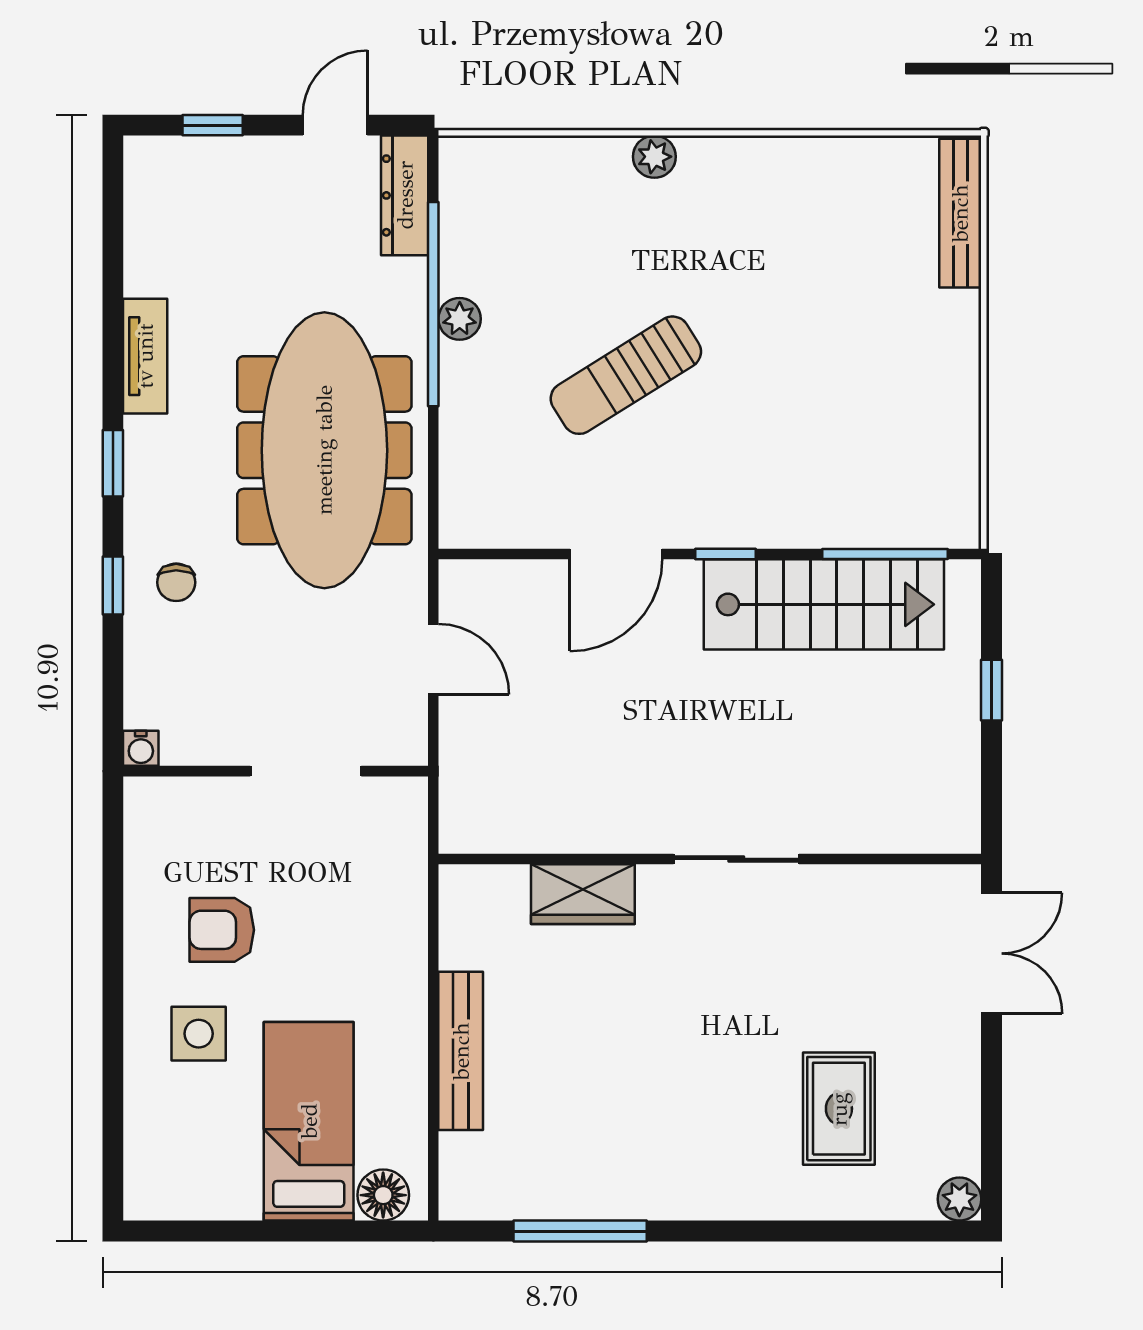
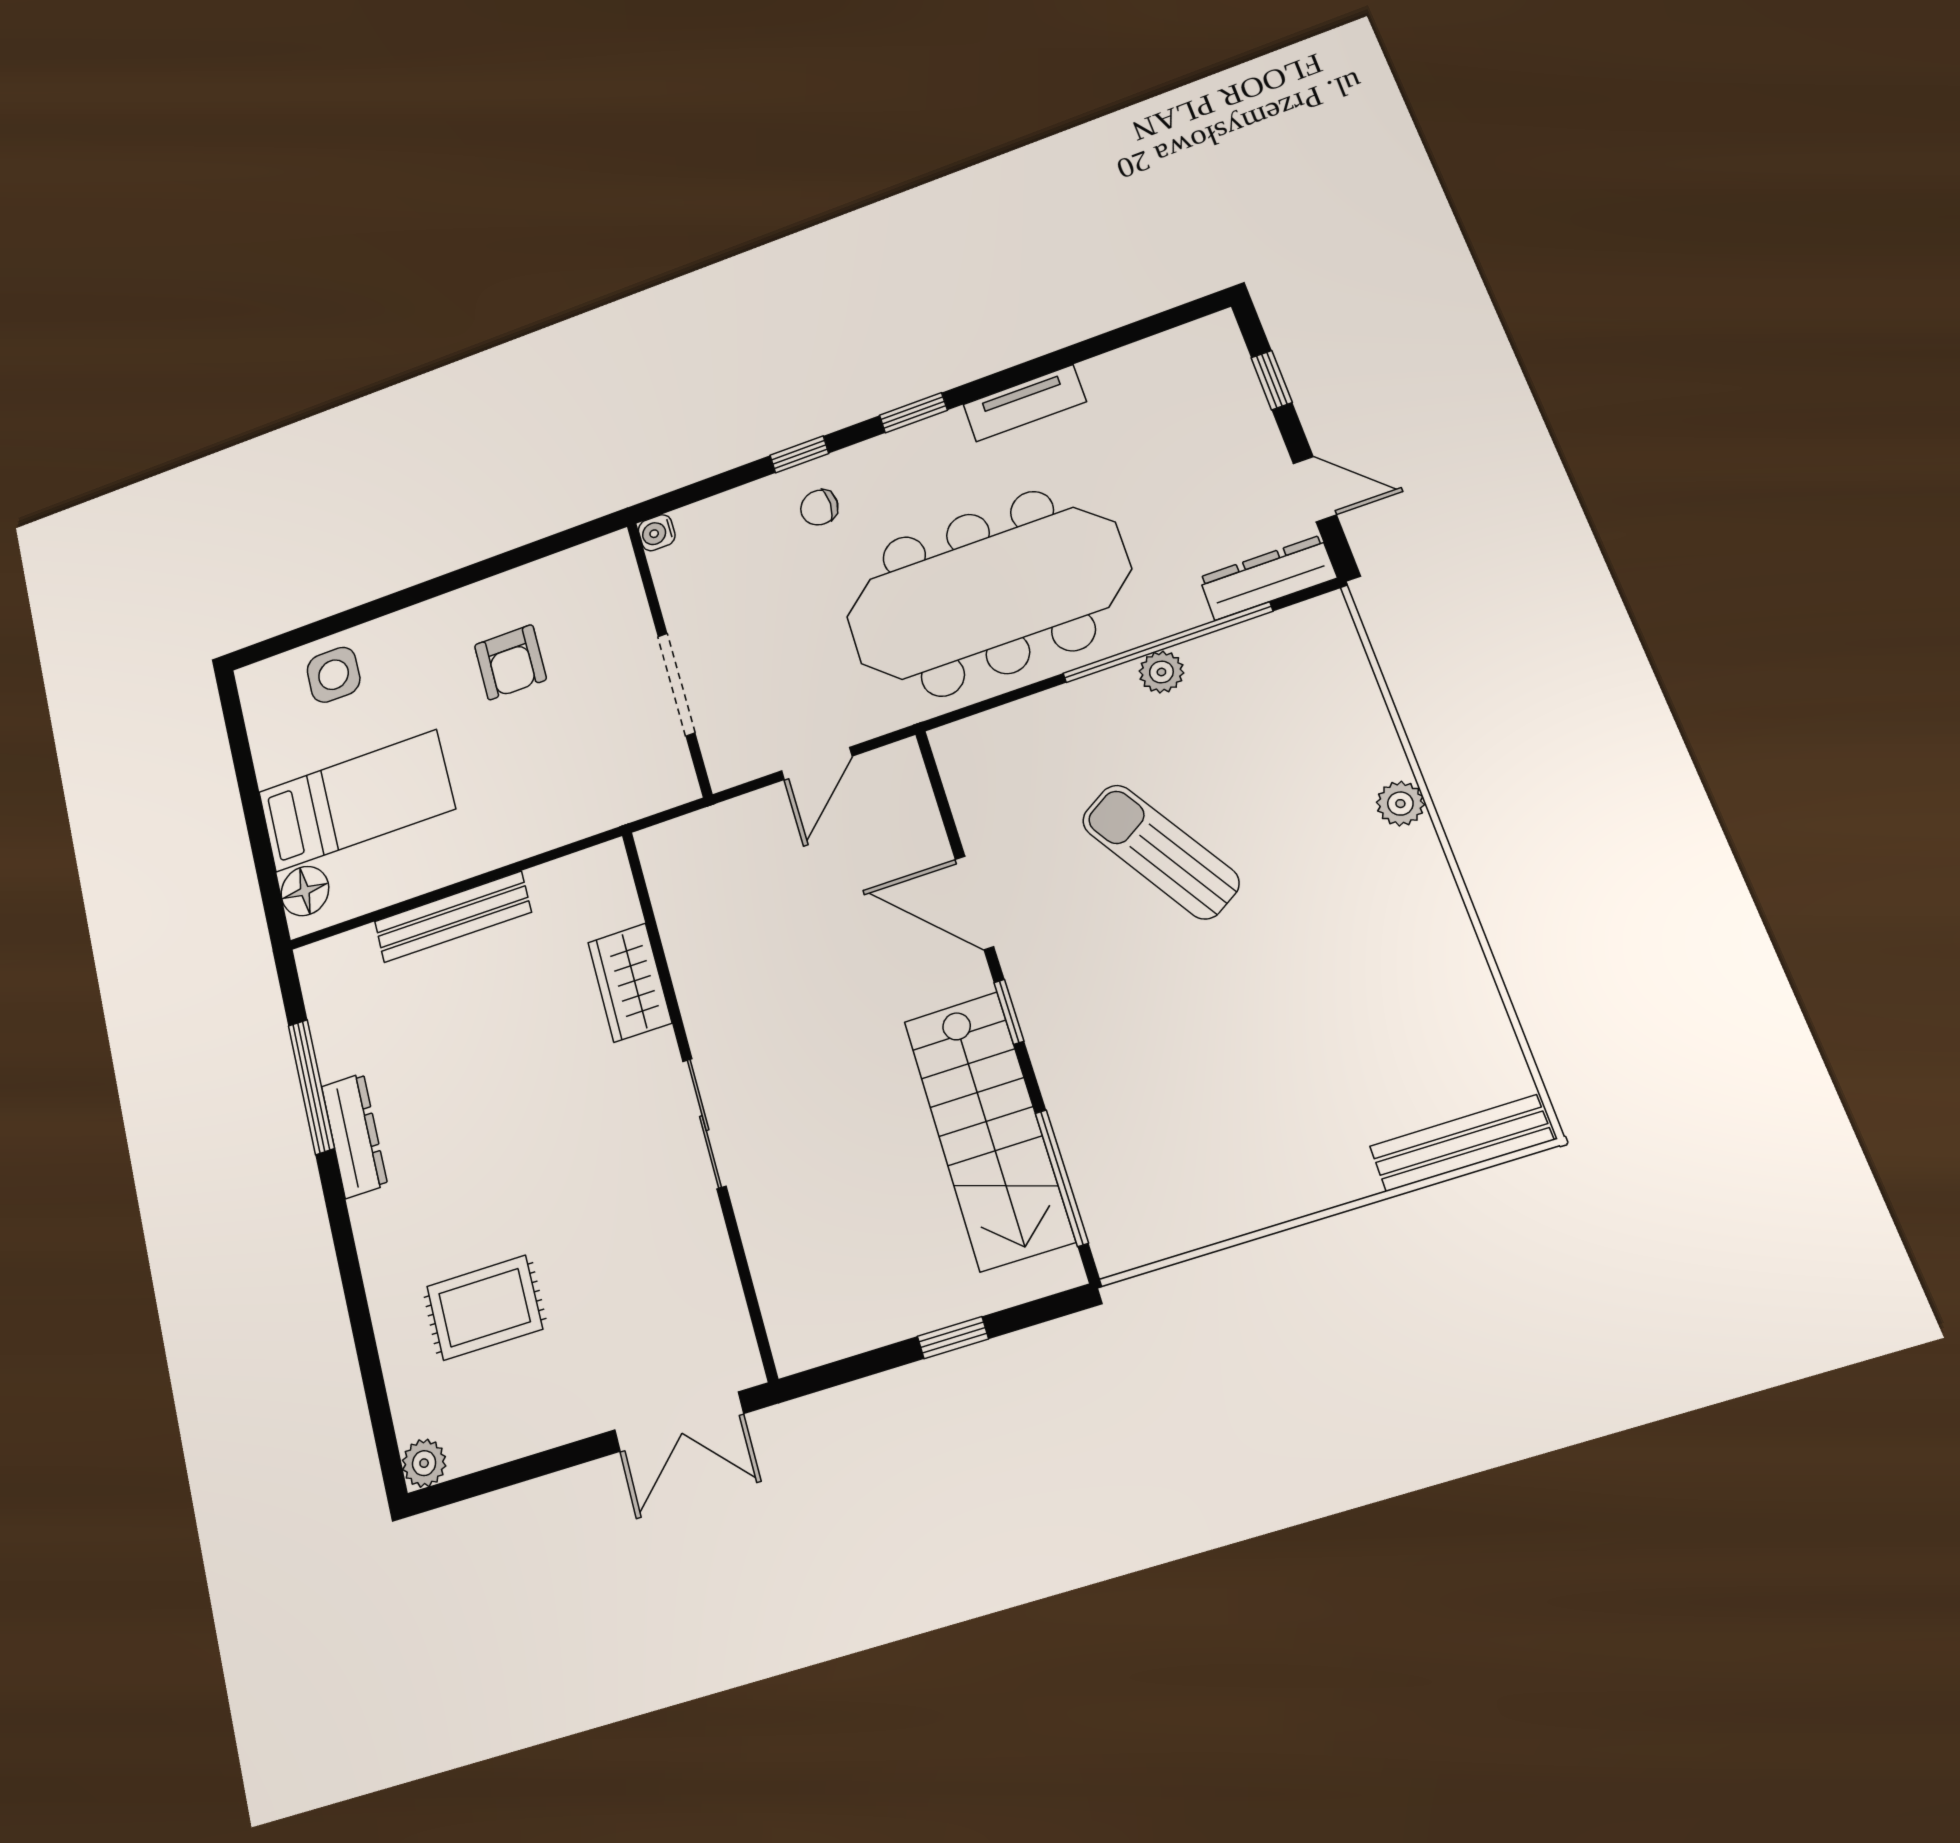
armchair: (222, 930) -> (510, 662), turned 180
side table: (199, 1034) -> (334, 675), moved
dresser: (641, 1198) -> (354, 1135), added

